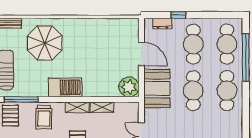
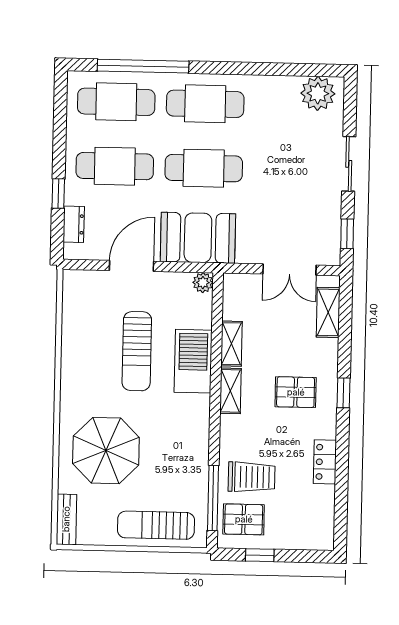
sun lounger: (97, 58) -> (137, 351), added
barbecue: (65, 87) -> (193, 361), moved
plant: (129, 87) -> (203, 283), width x0.53, depth x0.53
trolley: (44, 117) -> (252, 477), moved

